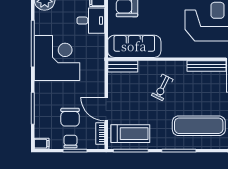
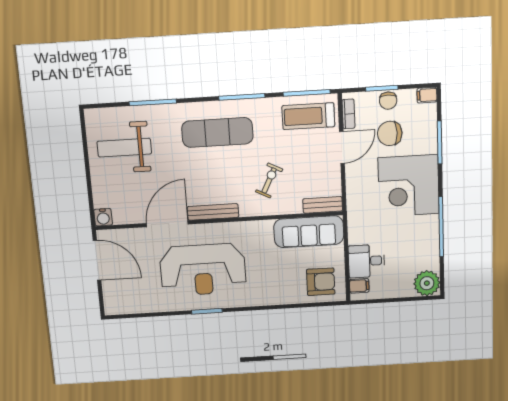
corner desk: (57, 58) -> (409, 186), moved
door: (106, 109) -> (342, 147), hinge flipped
chair: (70, 117) -> (390, 133), turned -90

